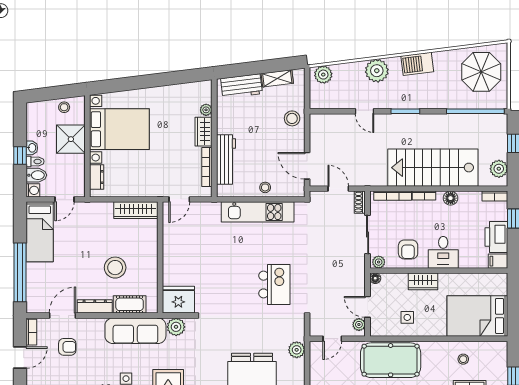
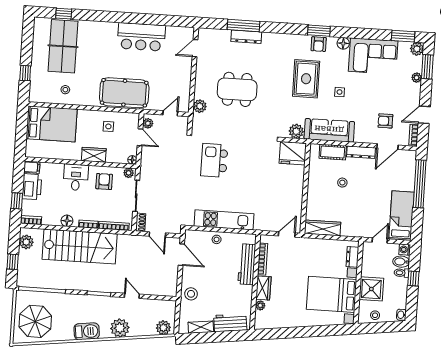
washbasin: (32, 148) -> (401, 315), moved
stool: (115, 268) -> (342, 183), width x0.53, depth x0.53

